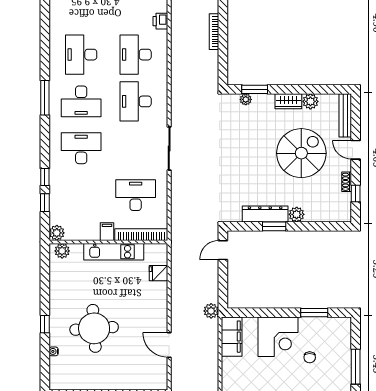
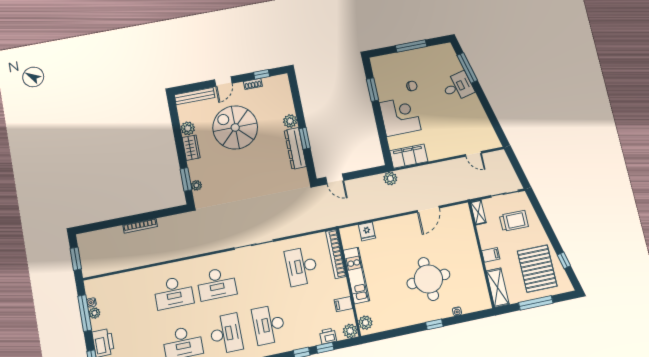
printer: (160, 21) -> (328, 336), moved, turned 180
filing cabinet: (107, 232) -> (343, 304), moved

